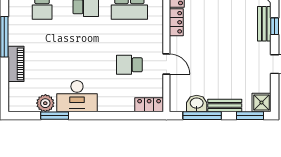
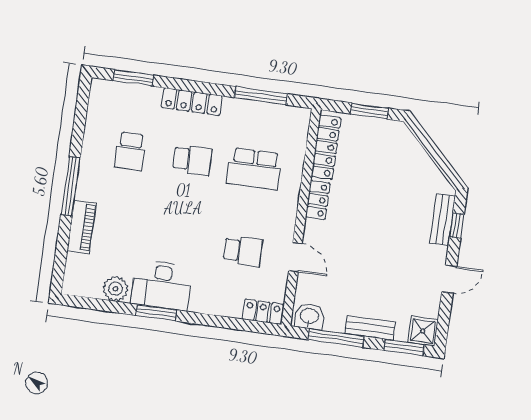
school desk: (129, 65) -> (243, 251), turned 180
washbasin: (197, 104) -> (309, 317), moved
window: (55, 116) -> (156, 313), moved

